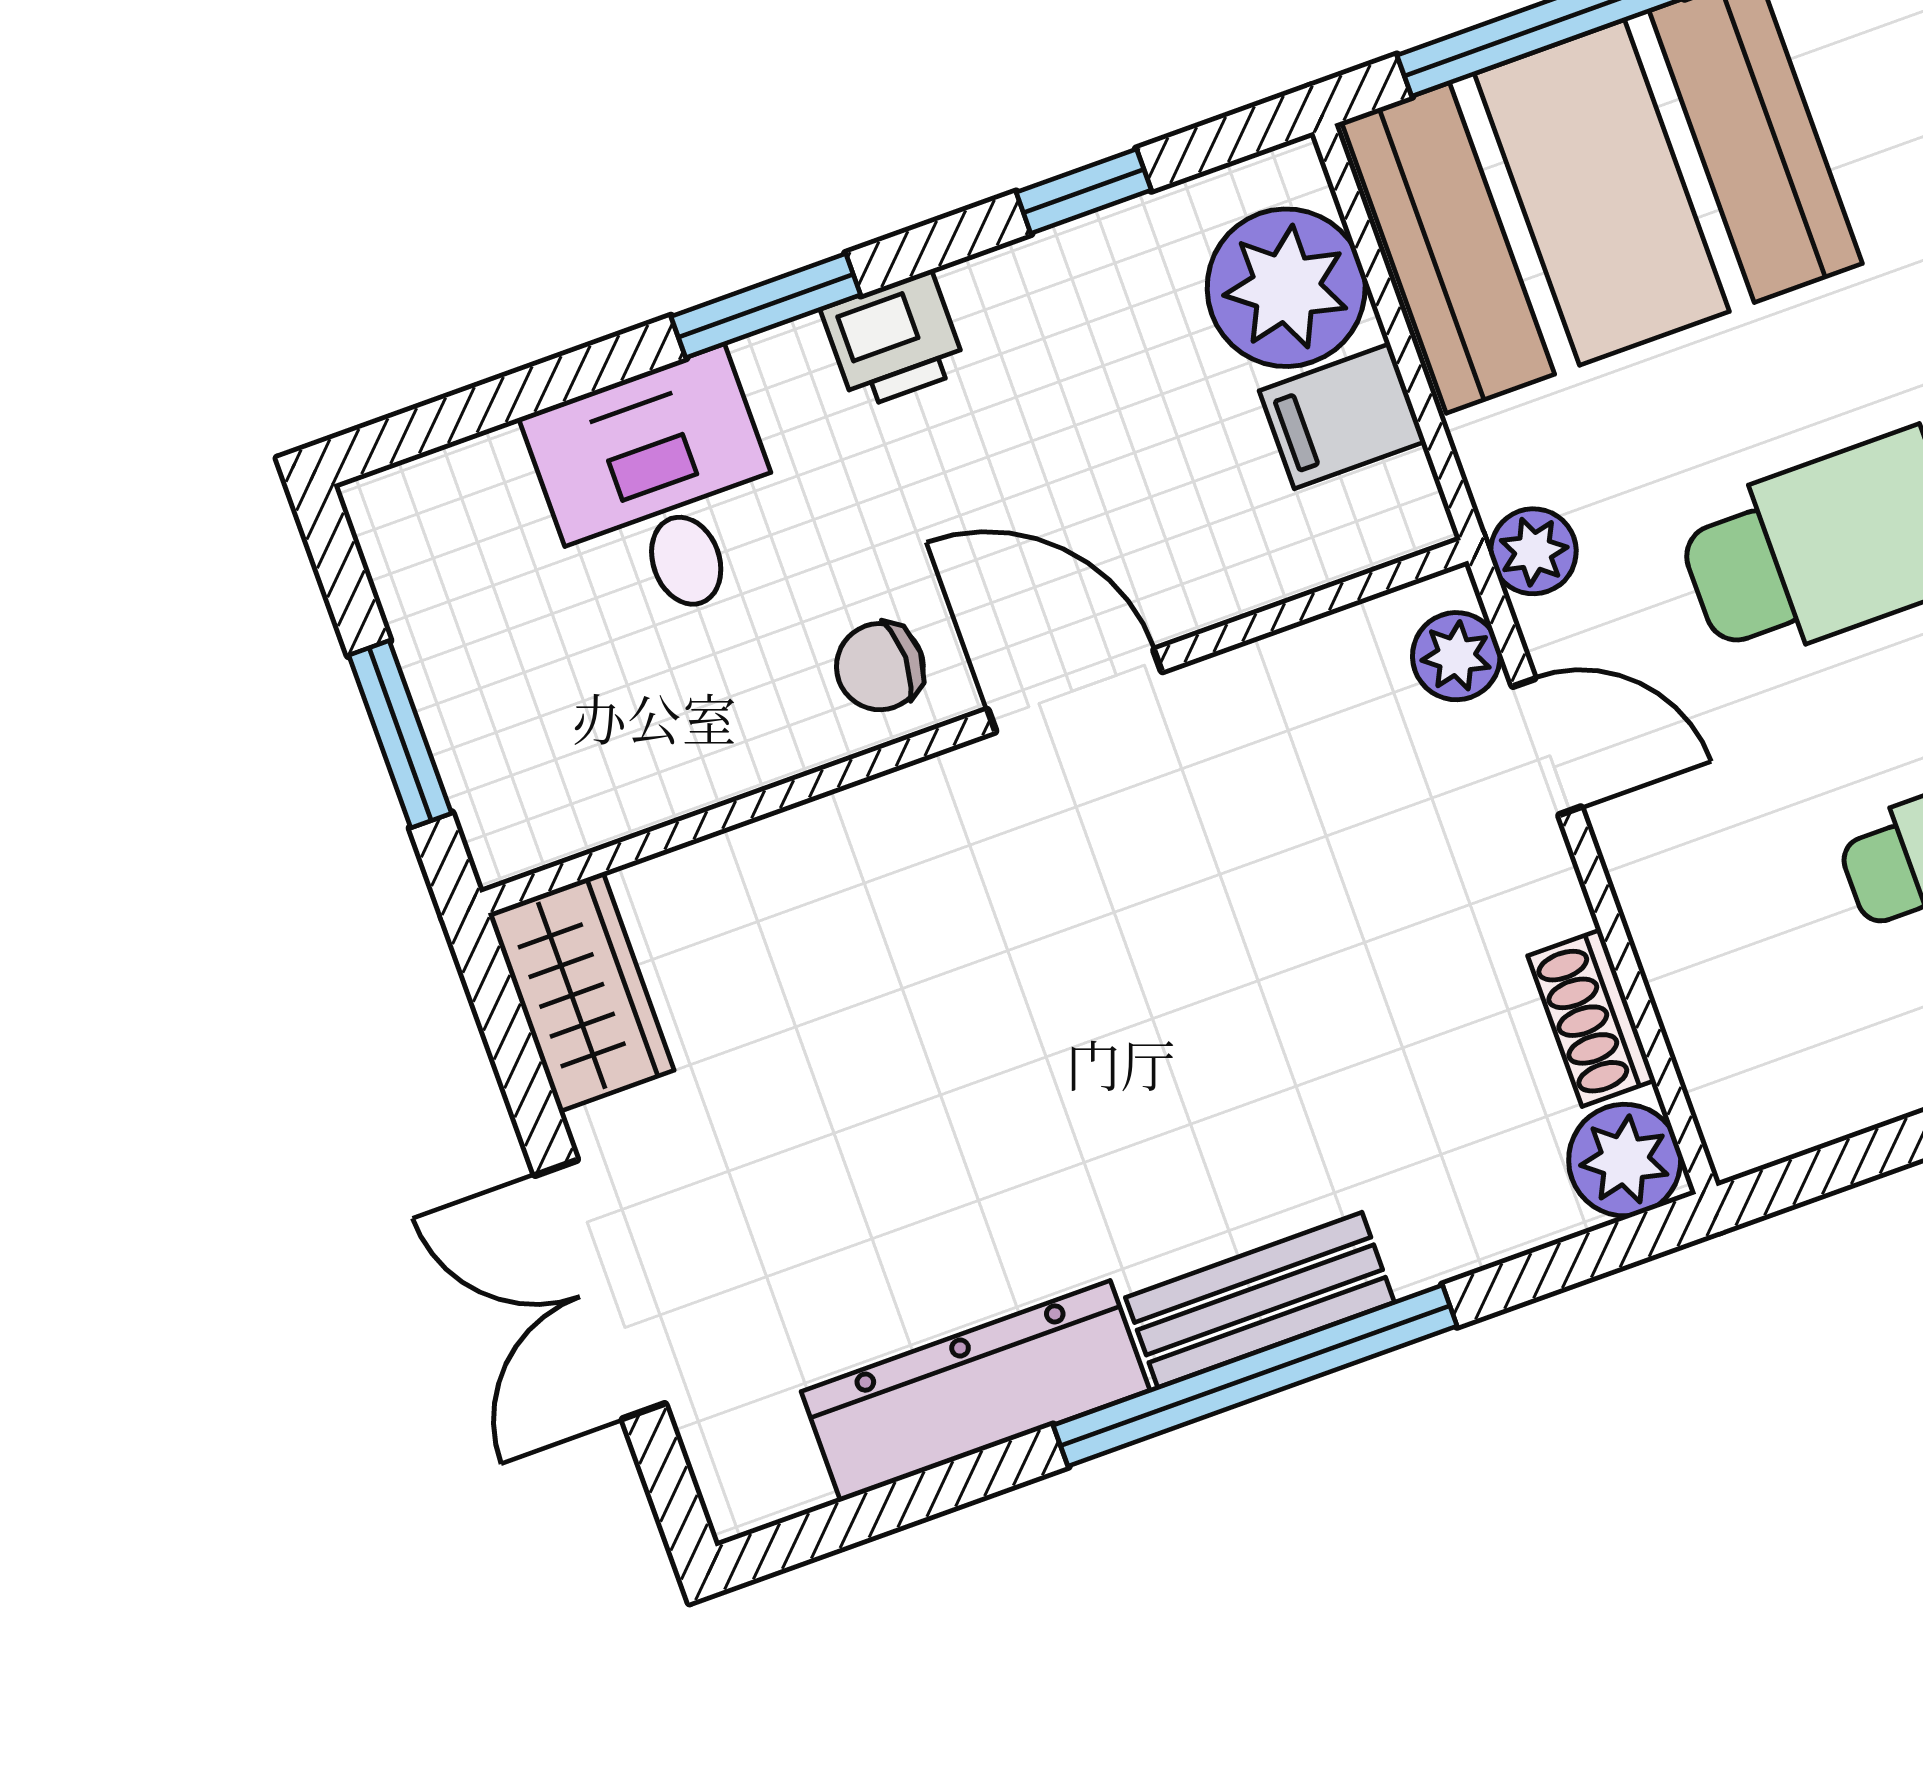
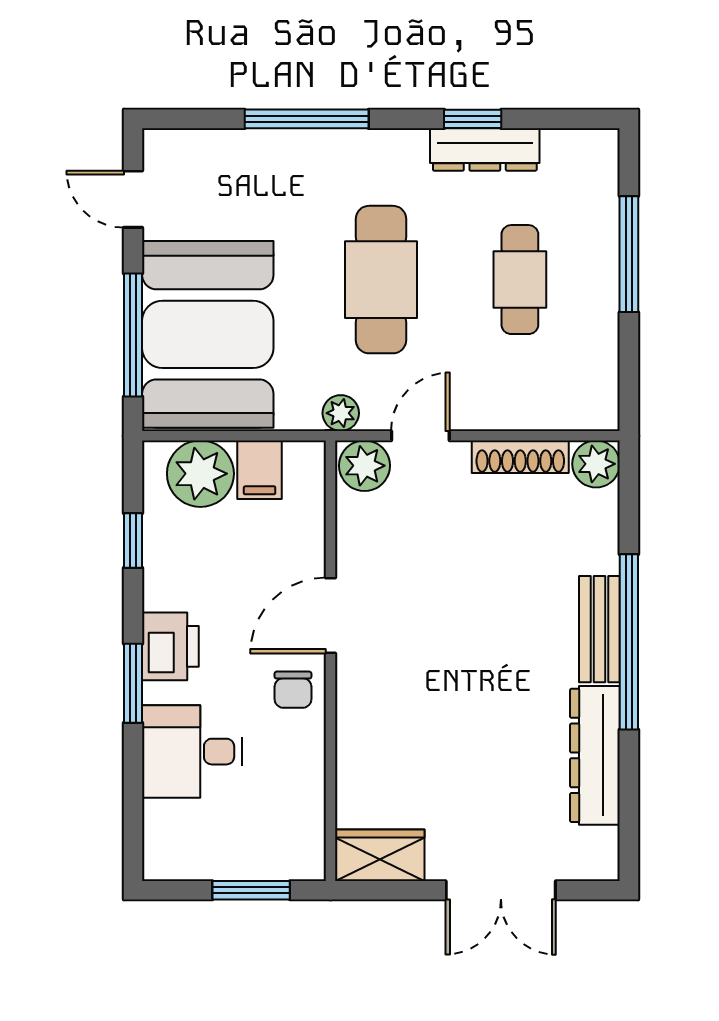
printer: (894, 340) -> (170, 646), width x1.36, depth x1.24
plant: (1456, 656) -> (364, 466), width x1.38, depth x1.38
shoe rack: (1592, 1018) -> (520, 457), width x1.43

